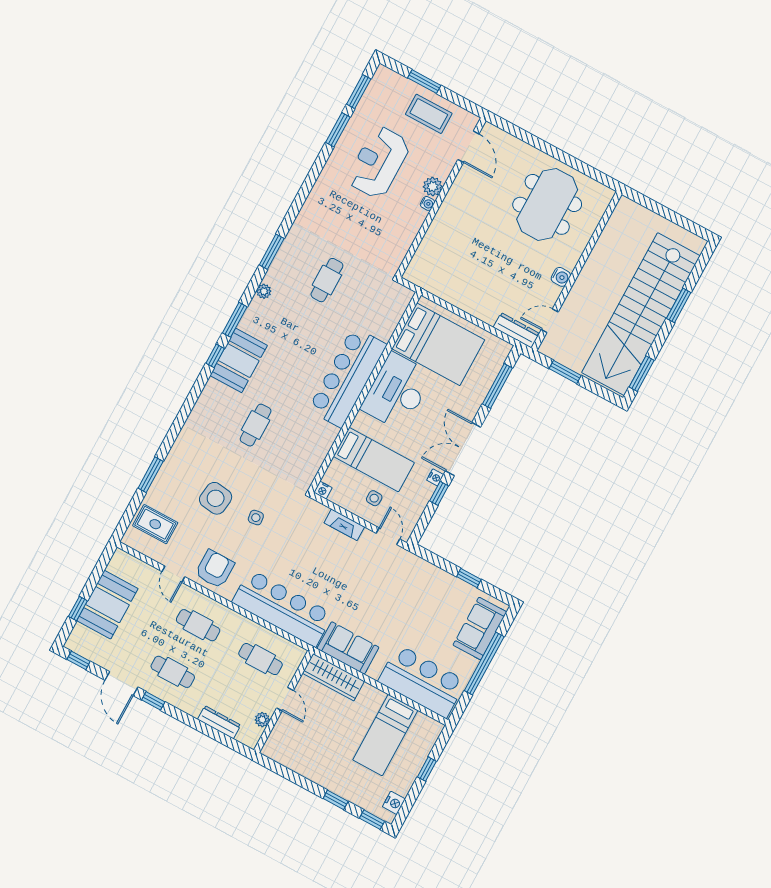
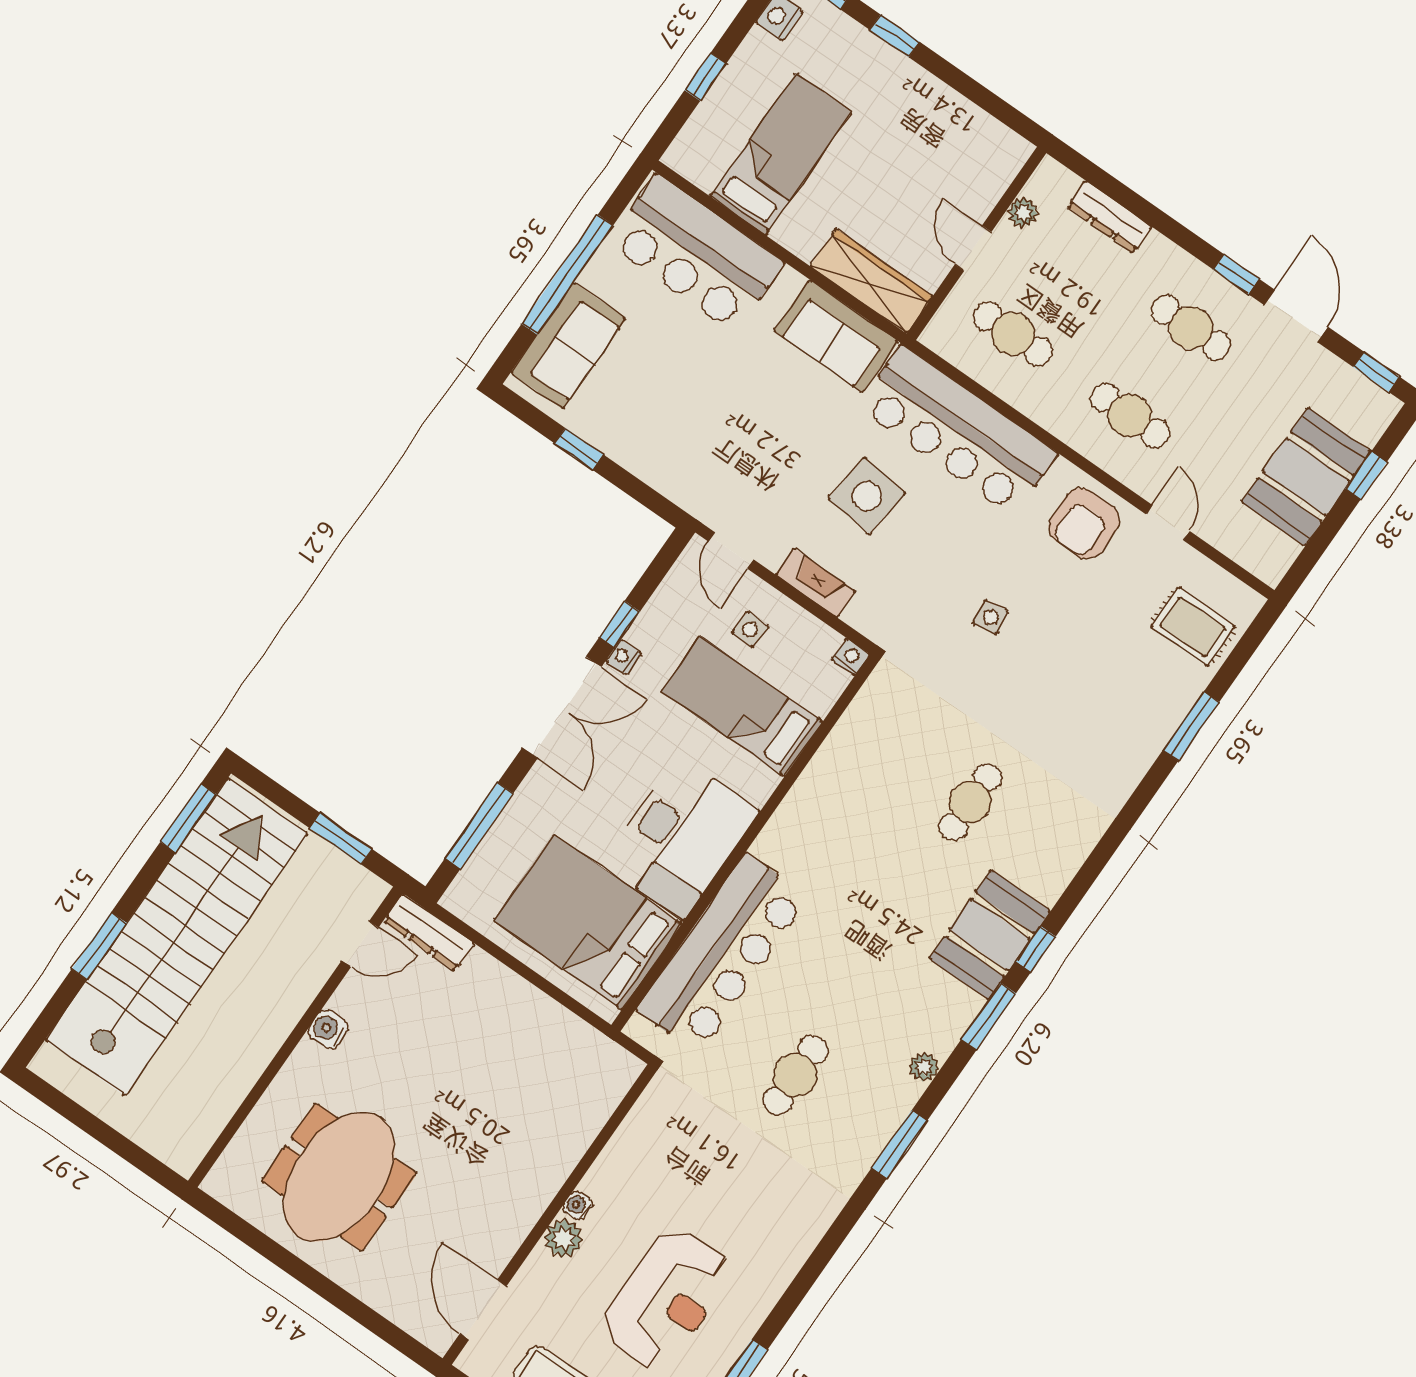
bar counter: (347, 377) -> (723, 953), moved
side table: (216, 498) -> (867, 496), moved

